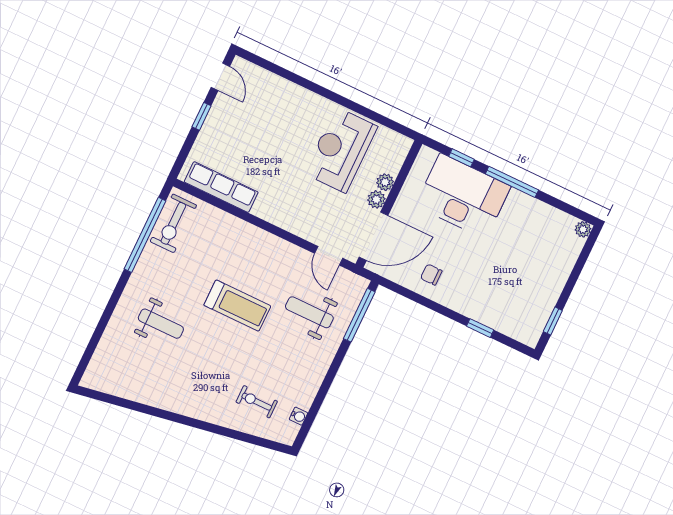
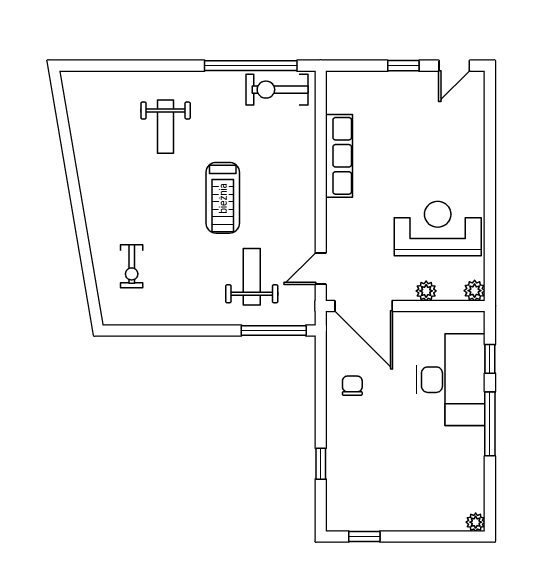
row of seats: (221, 187) -> (339, 156), moved
plant: (376, 199) -> (475, 291), moved
exercise bike: (257, 402) -> (132, 266), turned 180
water cooler: (298, 416) -> (137, 317), removed

